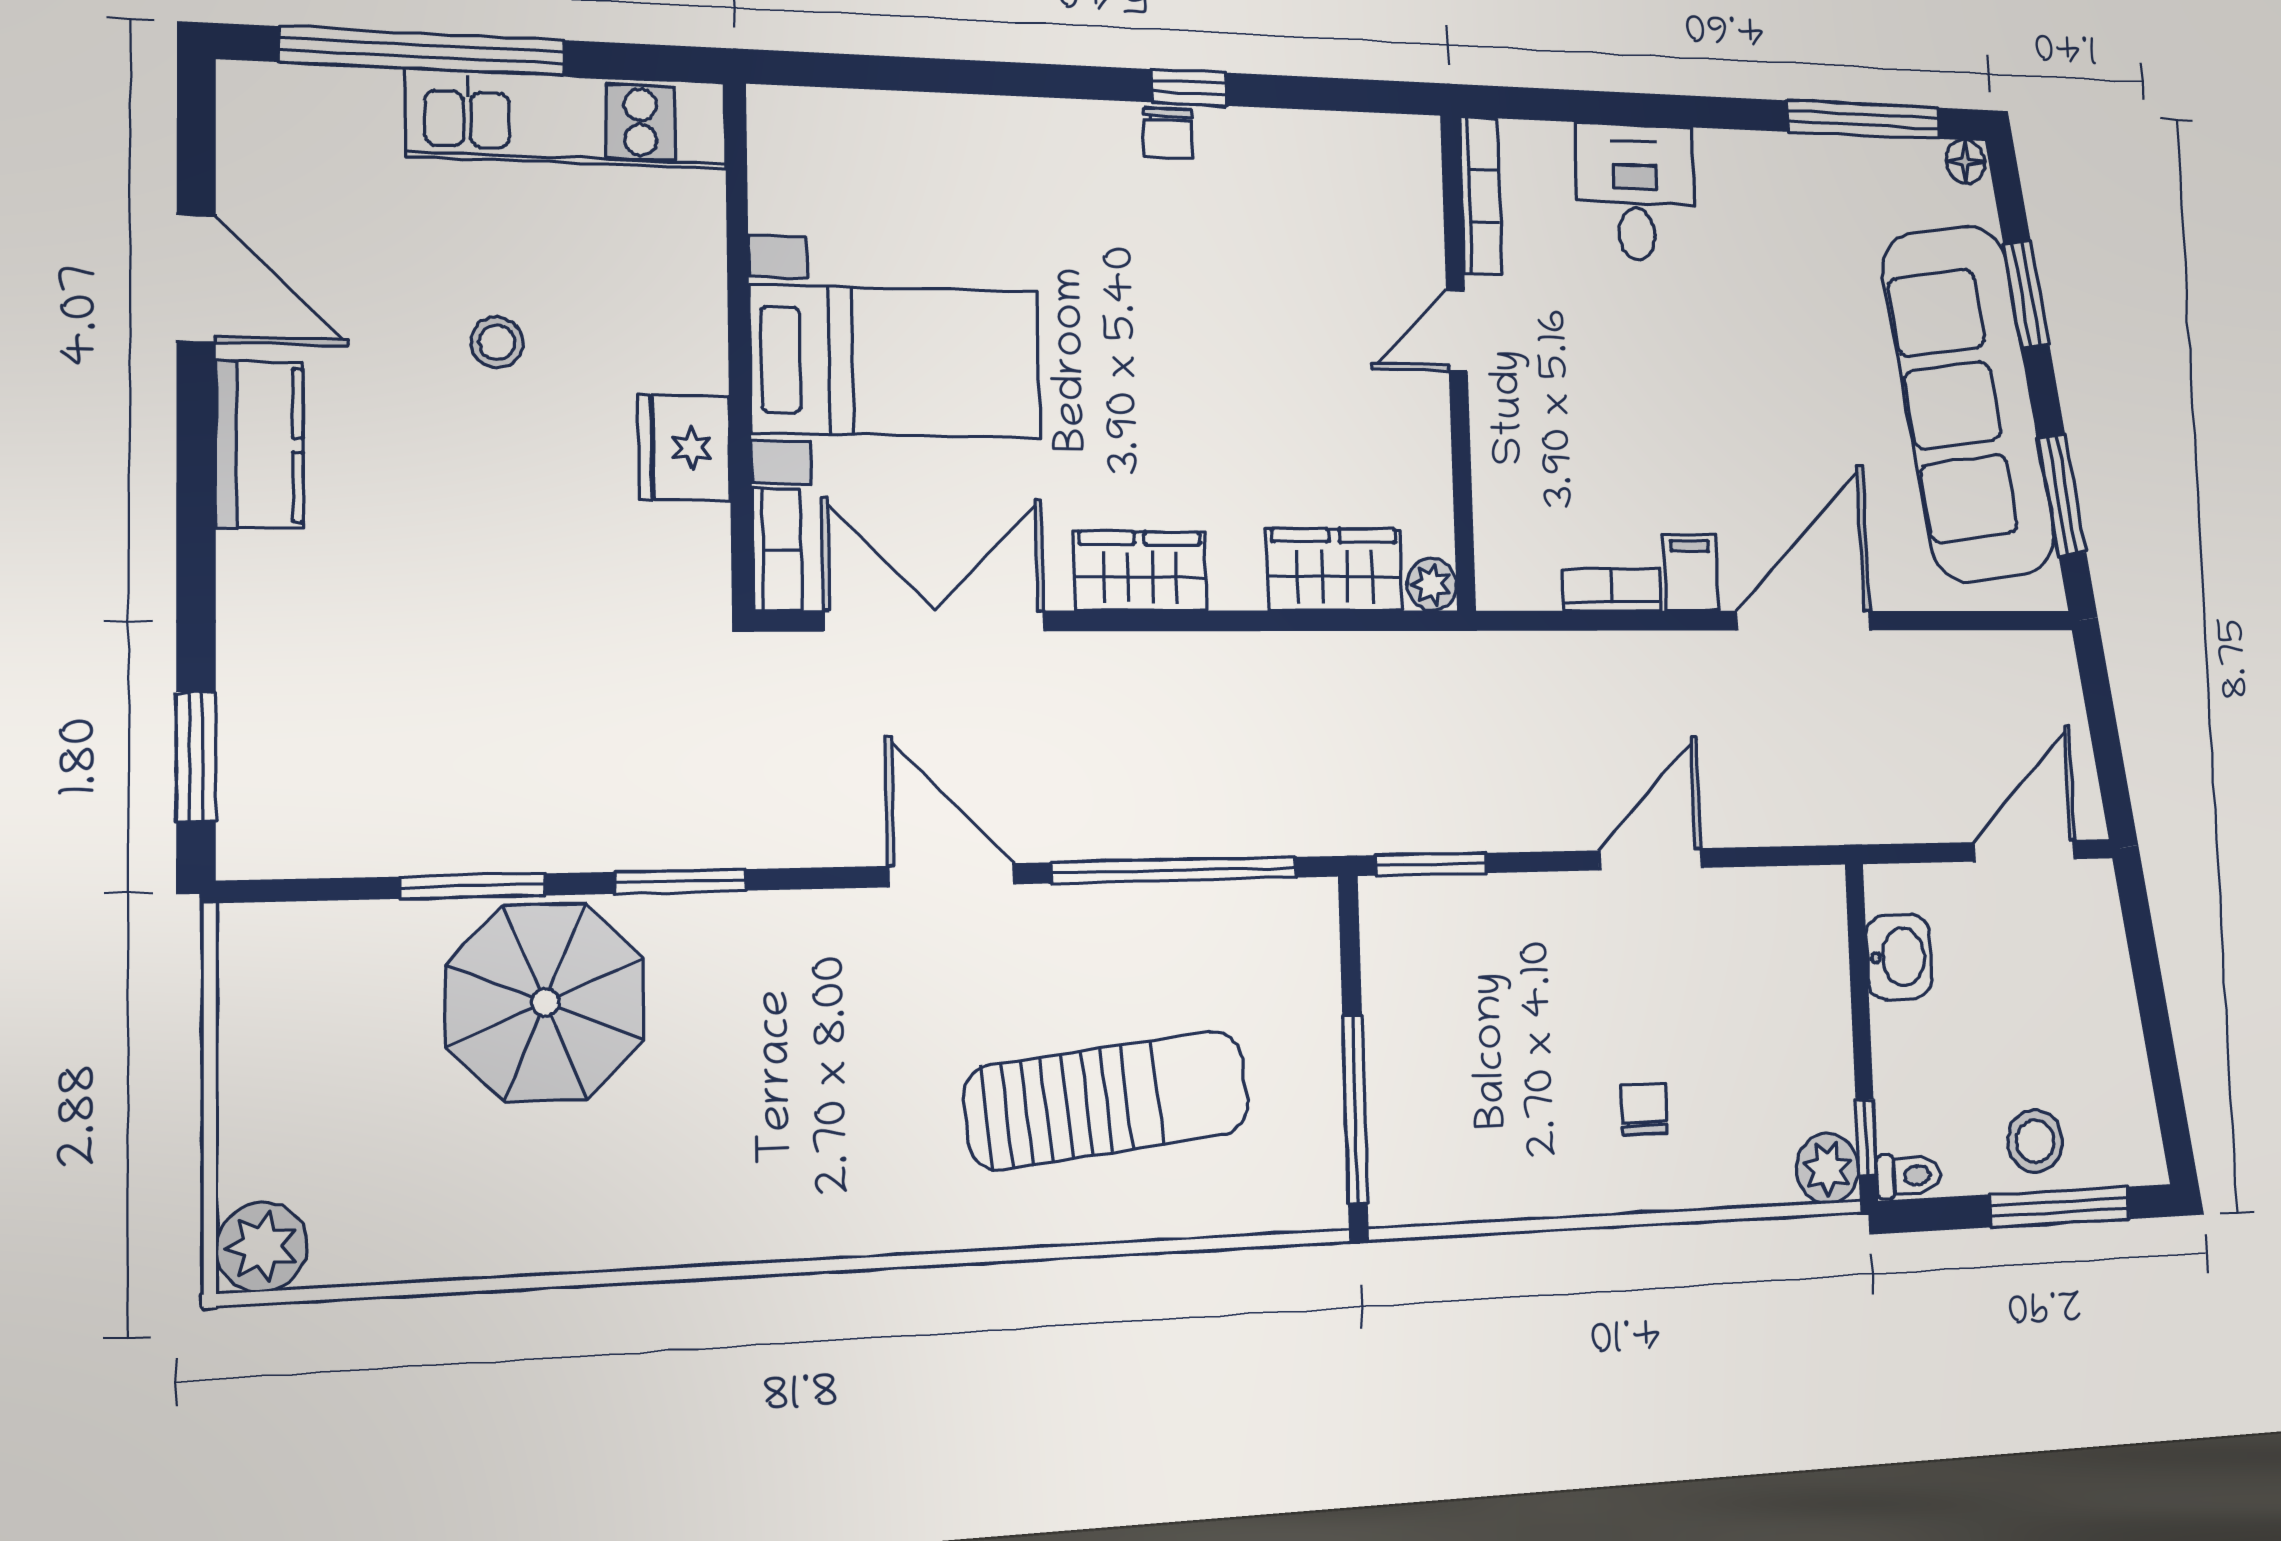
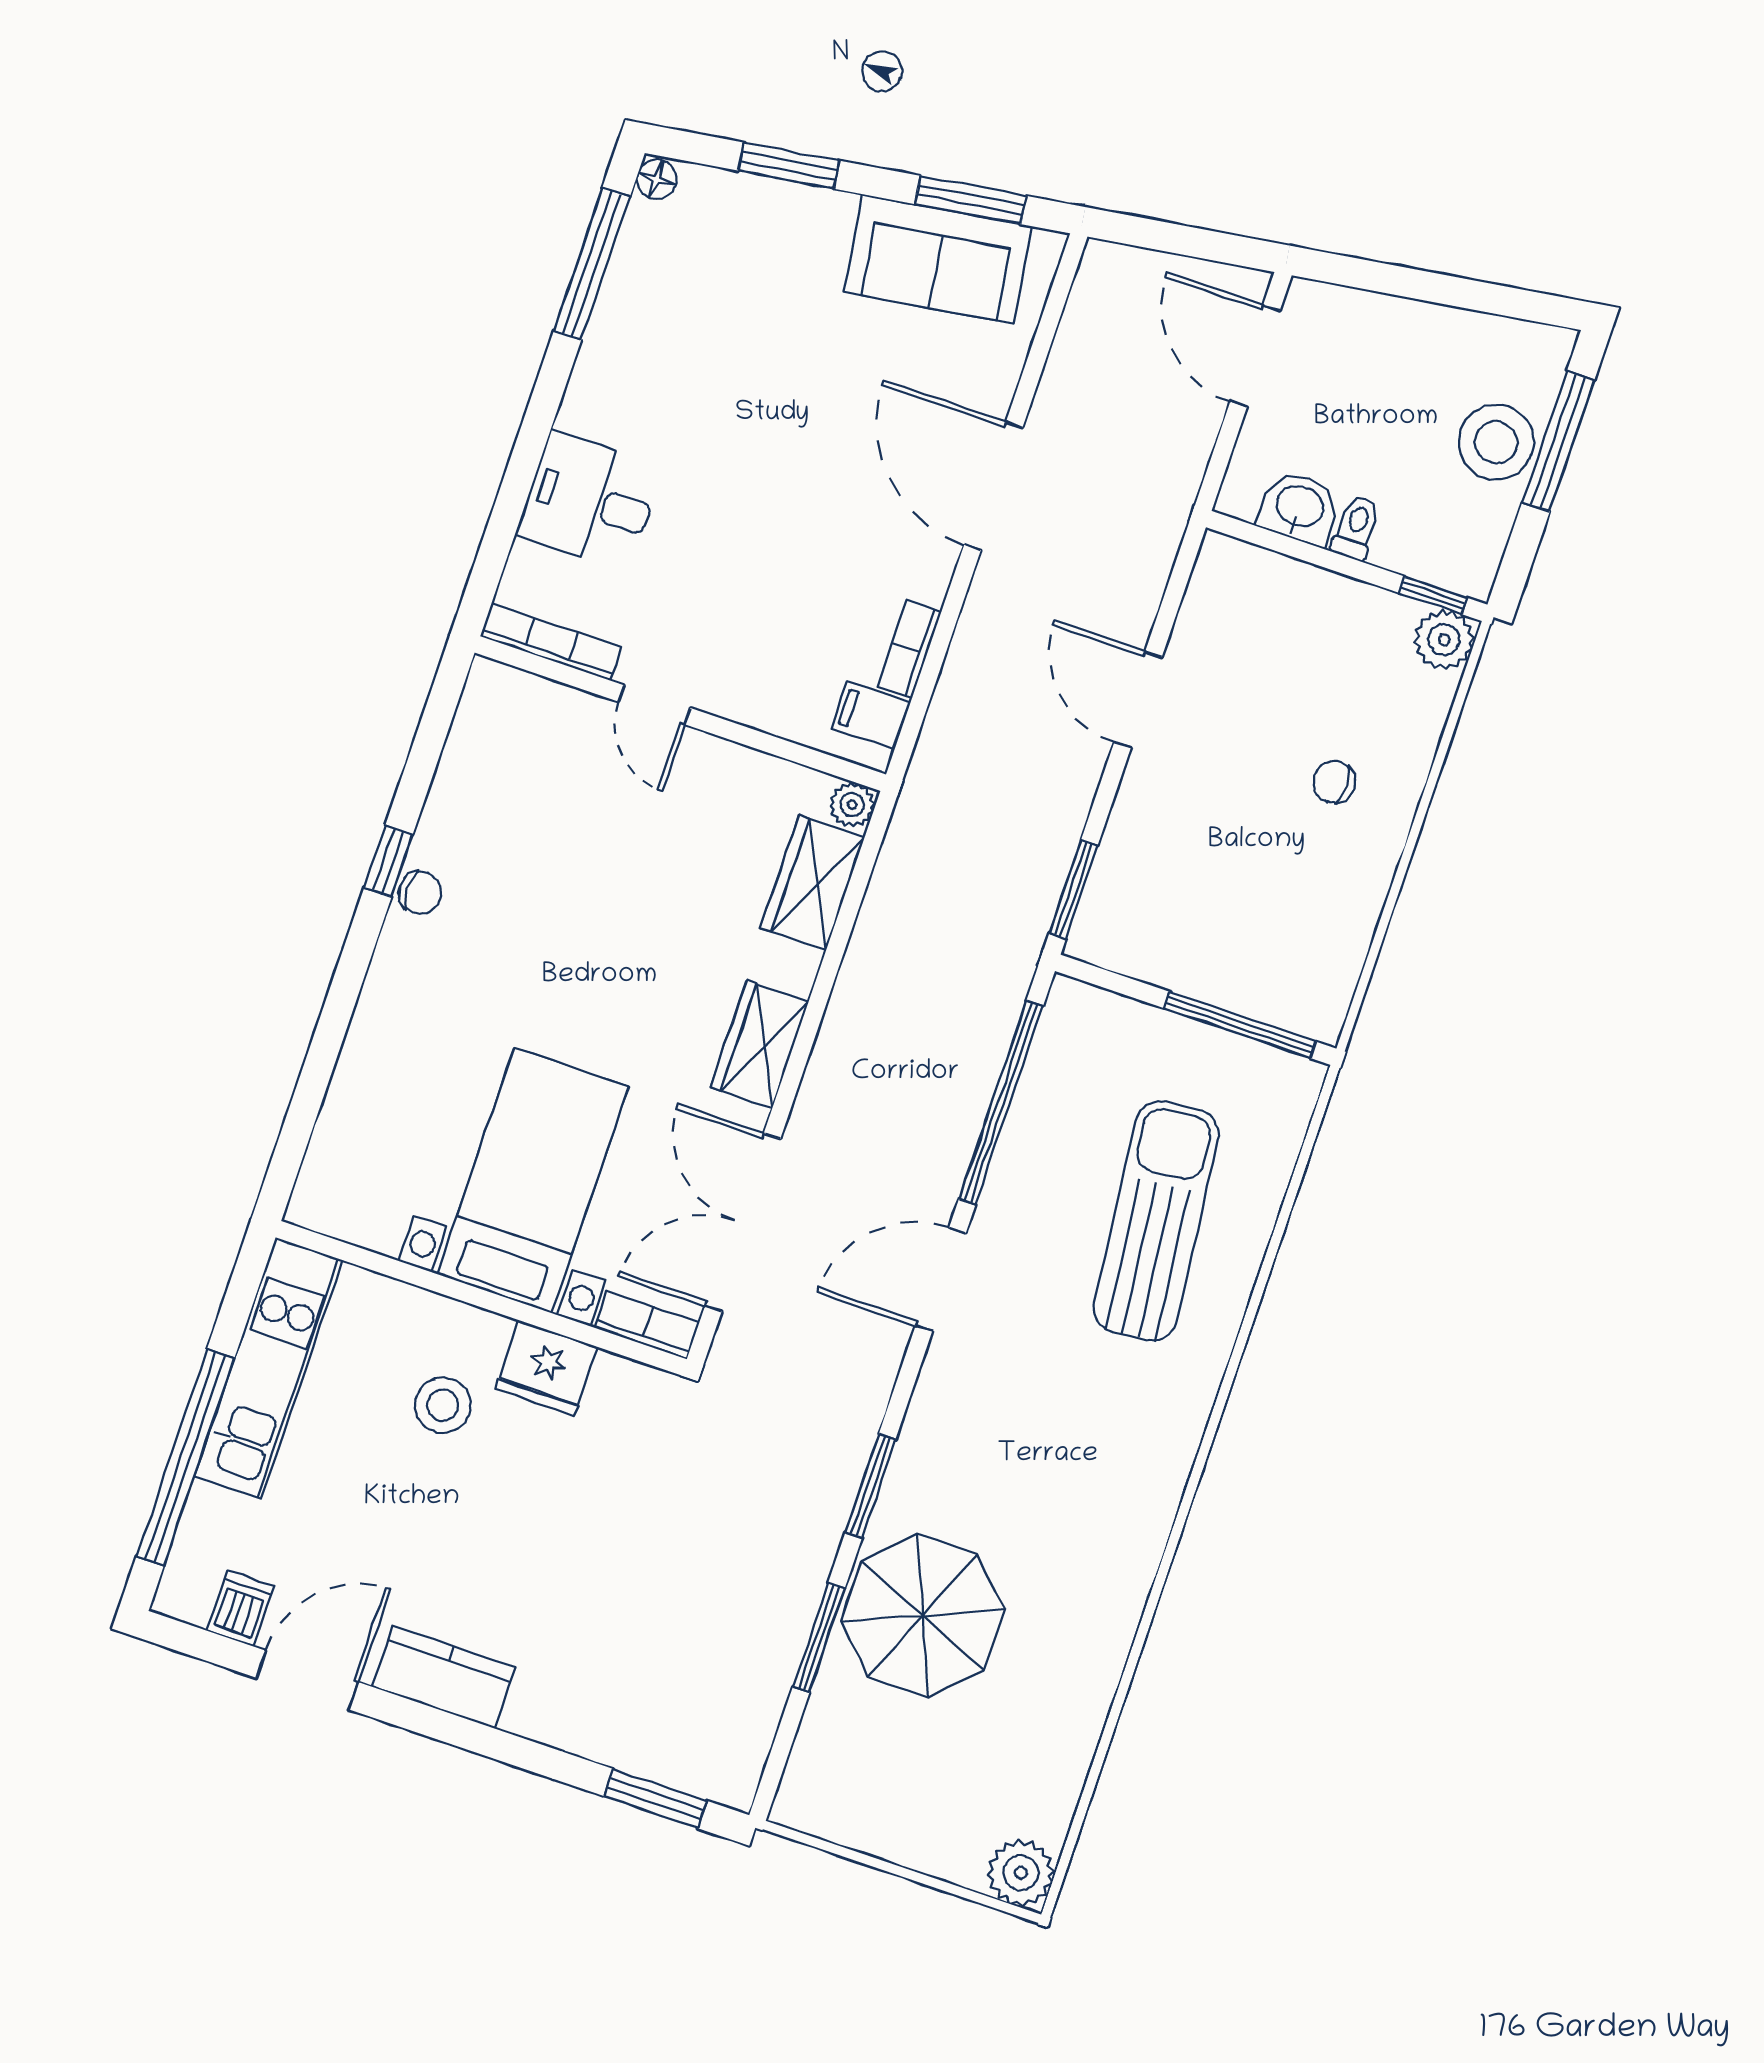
dishwasher: (259, 170) -> (240, 1608), added
stool: (497, 342) -> (443, 1405), moved, width x1.37, depth x1.37
sofa: (1969, 403) -> (938, 259), width x0.54, depth x0.79
filing cabinet: (1691, 573) -> (871, 715), moved
stool: (2035, 1141) -> (1496, 442), width x1.38, depth x1.38
toilet: (1908, 1176) -> (1356, 528), moved

